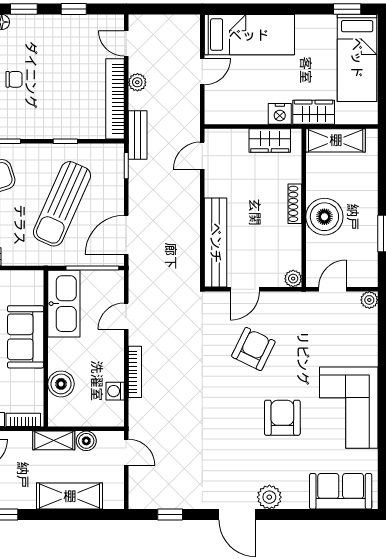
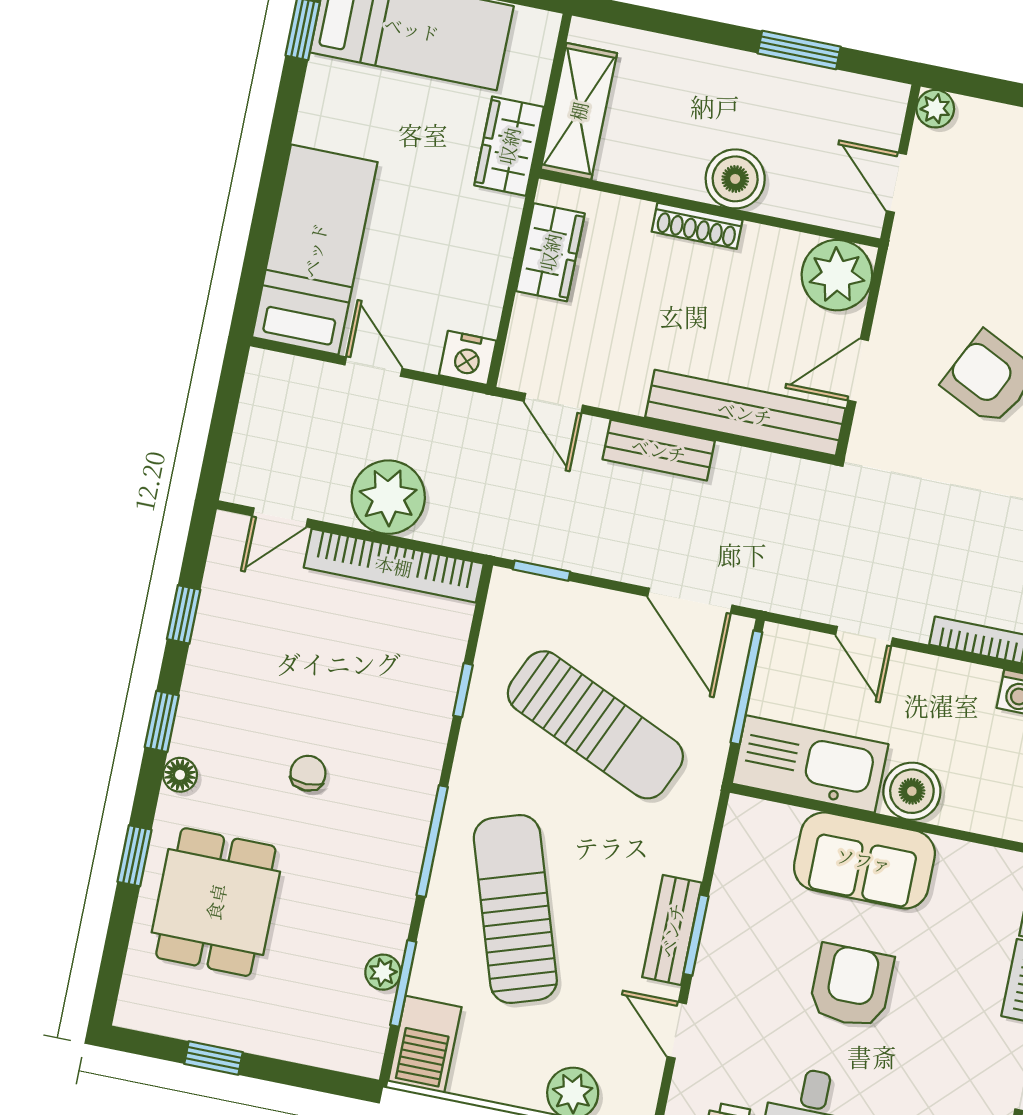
plant: (137, 82) -> (388, 497), width x1.88, depth x1.88
nightstand: (280, 114) -> (468, 358), moved, turned 90
bench: (138, 135) -> (659, 450), moved
boiler: (324, 217) -> (735, 179), width x0.73, depth x0.73
plant: (293, 279) -> (837, 275), width x1.87, depth x1.87
door: (245, 289) -> (858, 370), swing flipped
boiler: (61, 384) -> (912, 791), moved

